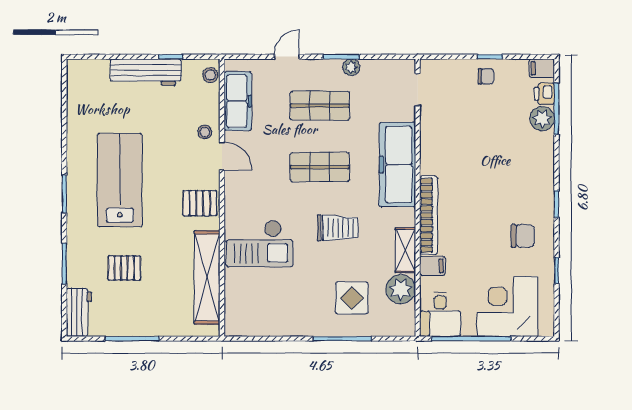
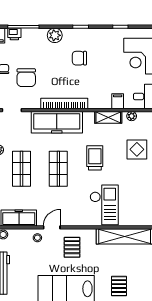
chair: (472, 114) -> (26, 78), added
plant: (542, 119) -> (55, 35), moved
pallet: (200, 203) -> (72, 247), moved
bookcase: (429, 215) -> (64, 103), moved
chair: (523, 236) -> (79, 58), moved, turned -90
plant: (401, 289) -> (132, 116), width x0.53, depth x0.53

